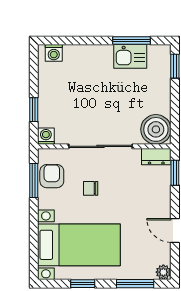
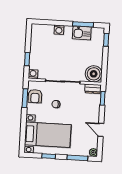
washing machine: (54, 53) -> (59, 30), moved
armchair: (52, 176) -> (35, 96), turned 180

